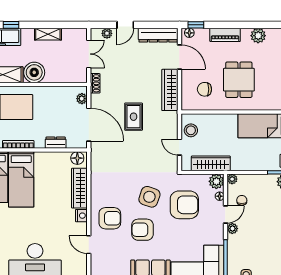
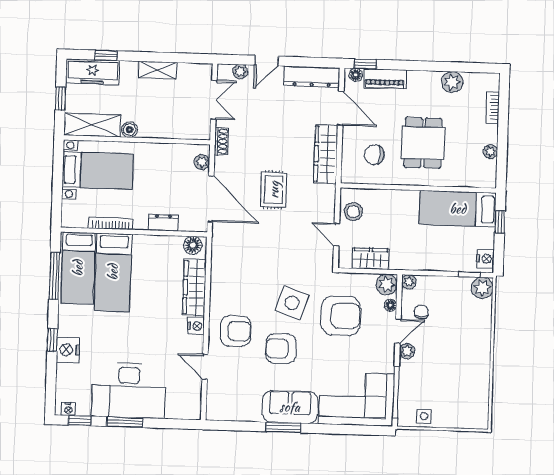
piano: (225, 35) -> (385, 79), moved
boiler: (34, 72) -> (129, 130), width x0.54, depth x0.54
wardrobe: (211, 163) -> (371, 258), width x0.67

